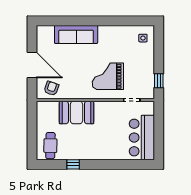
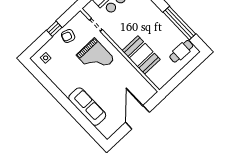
window: (159, 81) -> (54, 29), moved
armchair: (51, 88) -> (68, 36), moved
window: (73, 164) -> (179, 23), width x3.17

